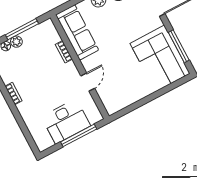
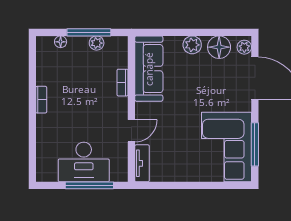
plant: (16, 42) -> (97, 43), moved
tv unit: (107, 101) -> (142, 163), added

